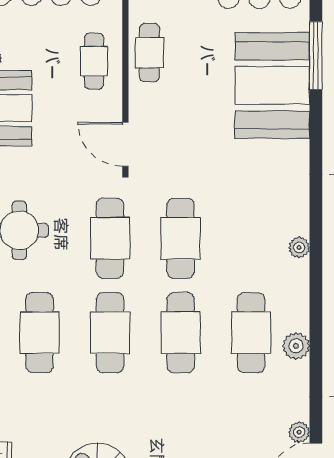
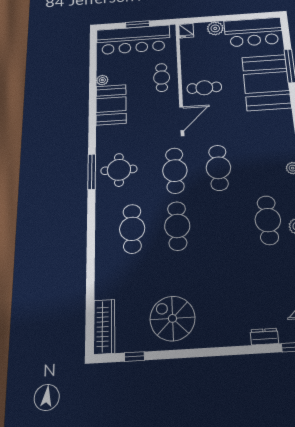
cafe table: (149, 53) -> (204, 88), moved, turned 90
door: (125, 144) -> (182, 119), swing flipped
cafe table: (181, 333) -> (222, 223), removed

